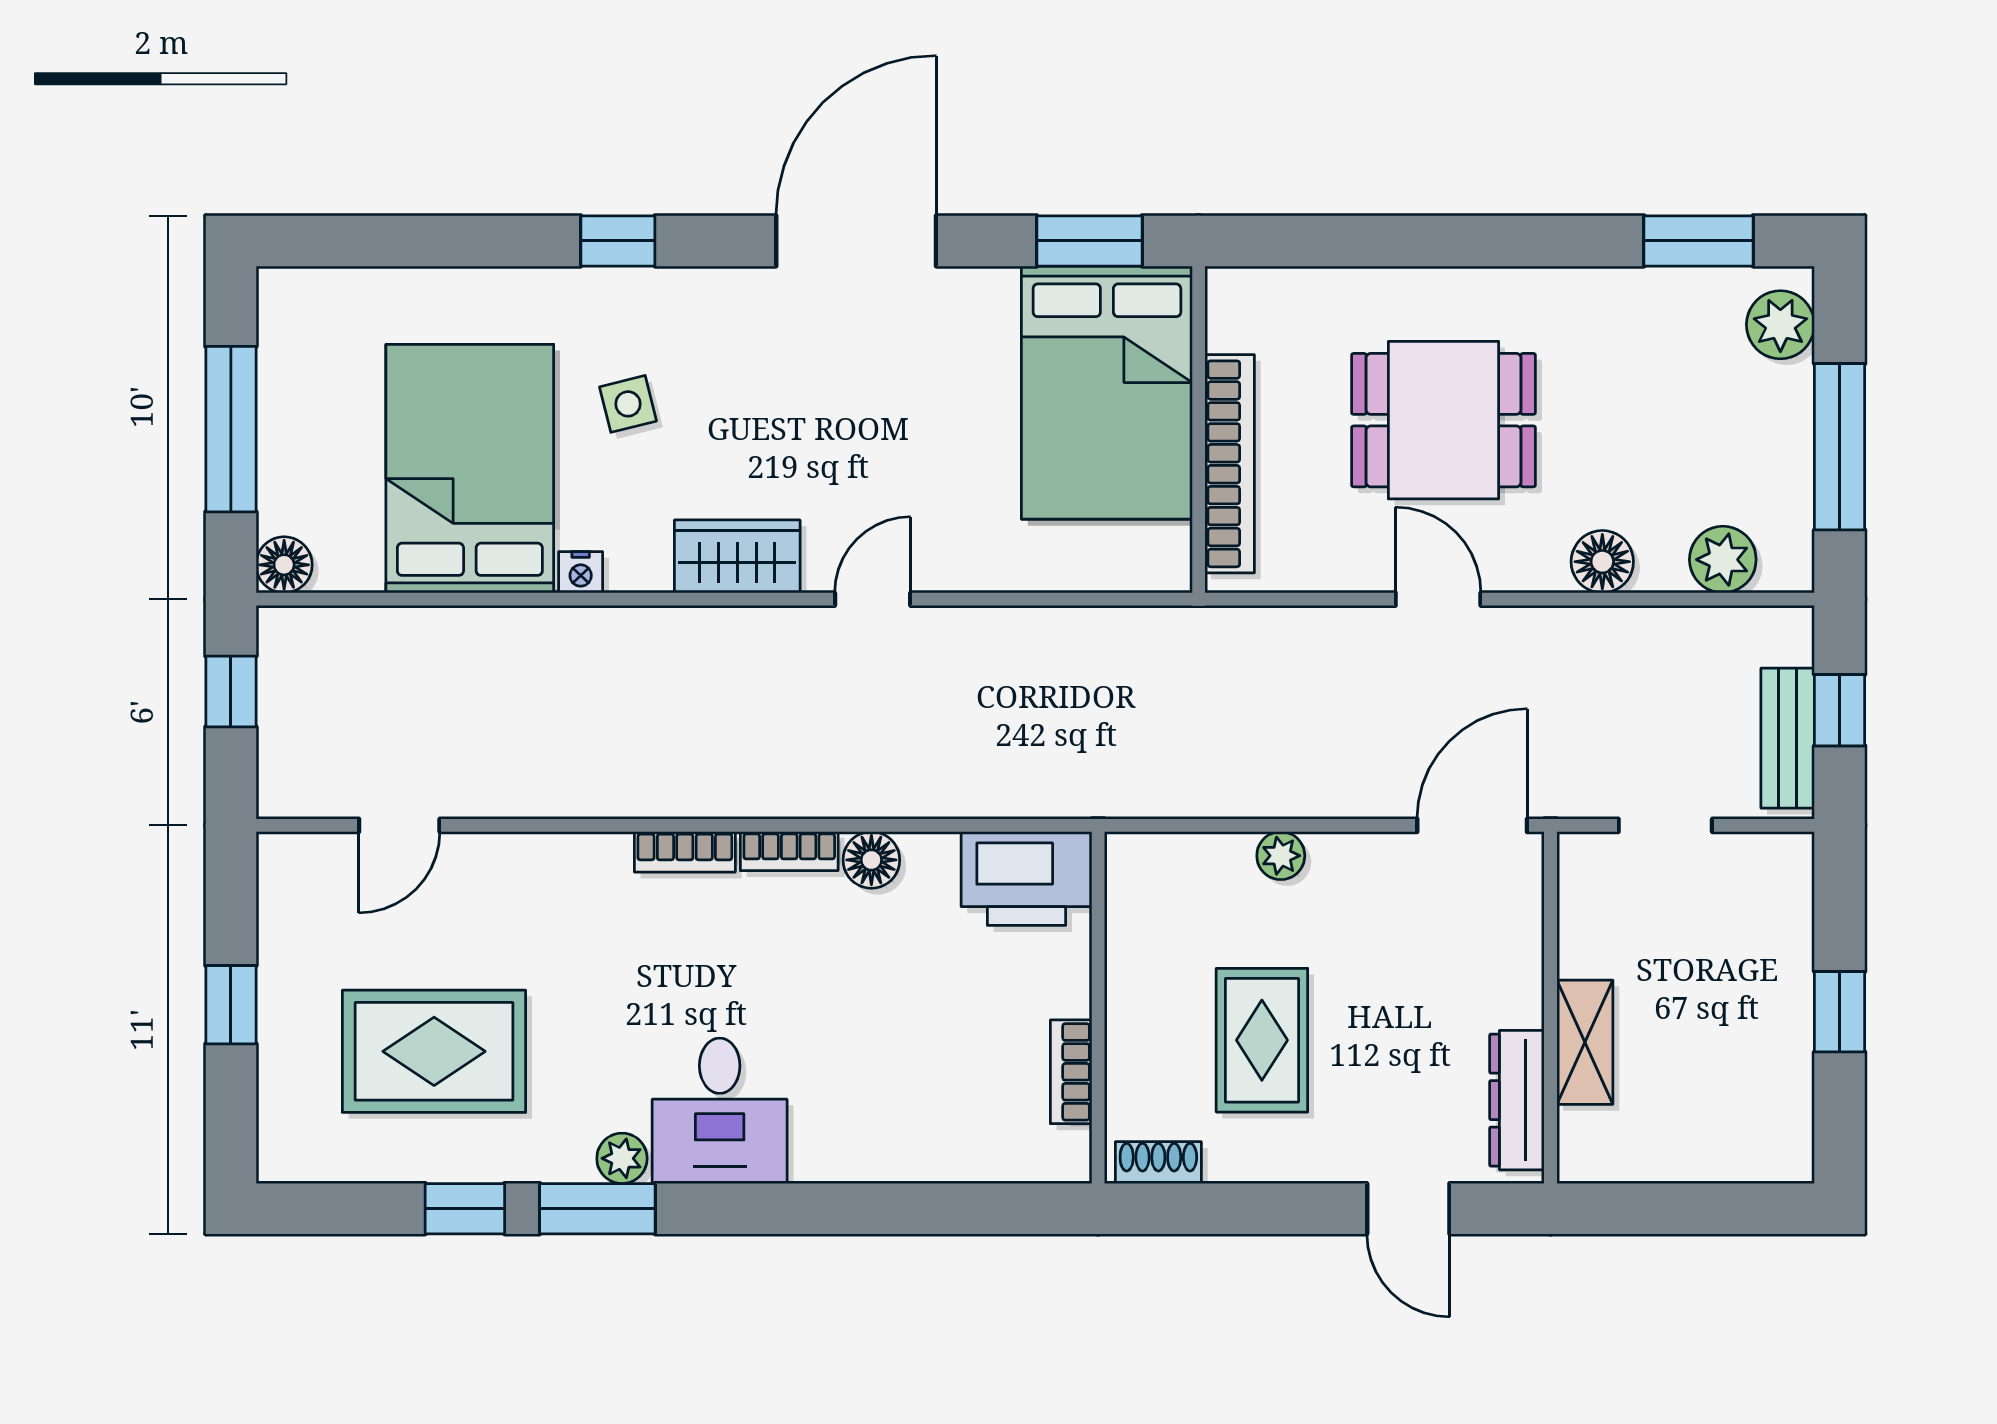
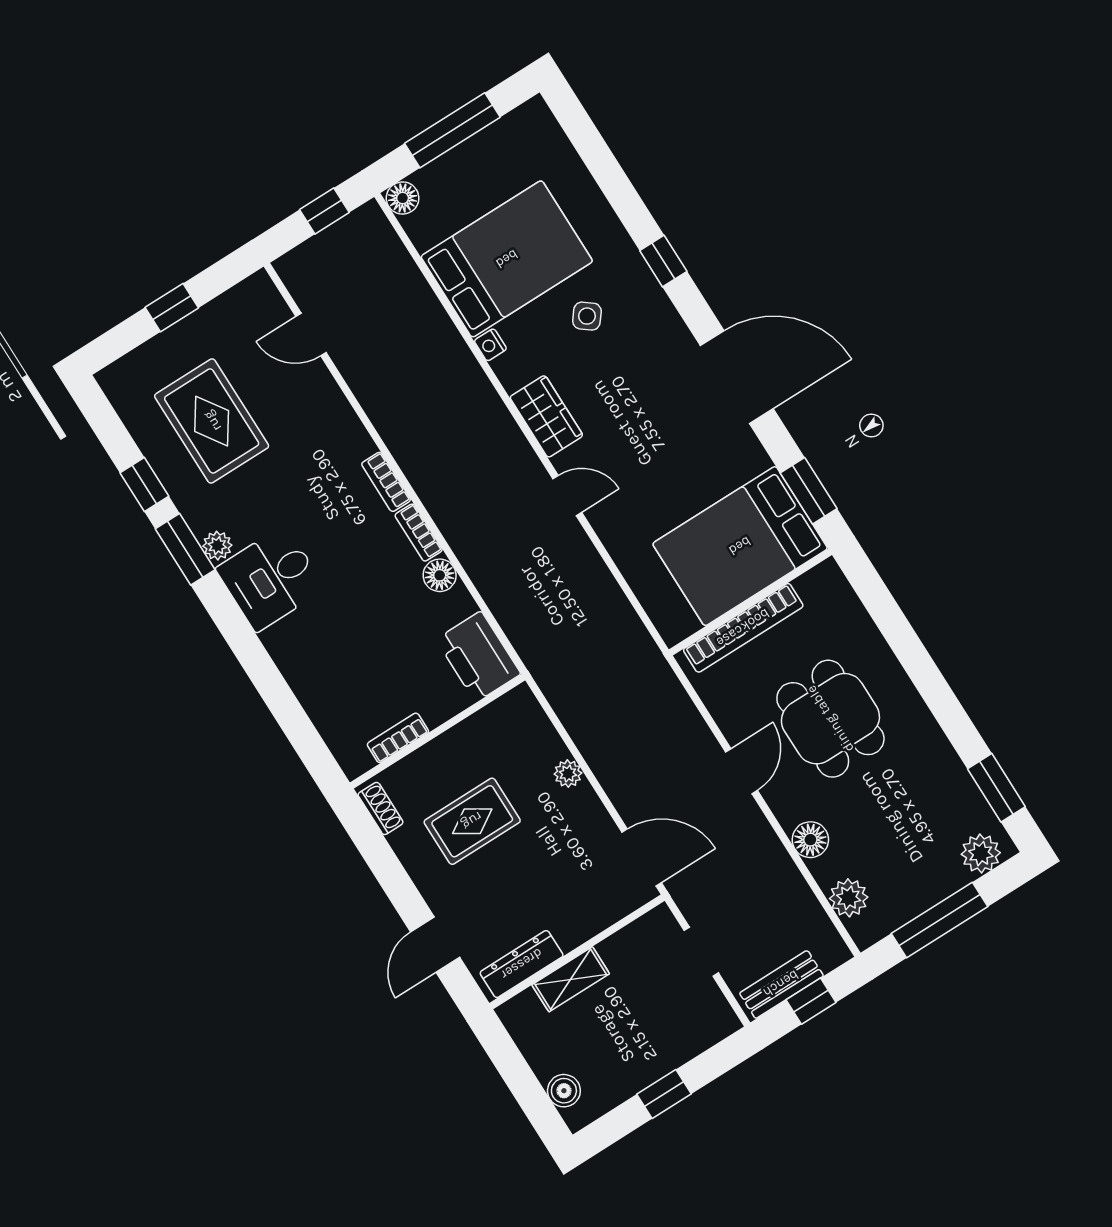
side table: (628, 404) -> (587, 316), turned -38
boiler: (1742, 1155) -> (564, 1091), added

